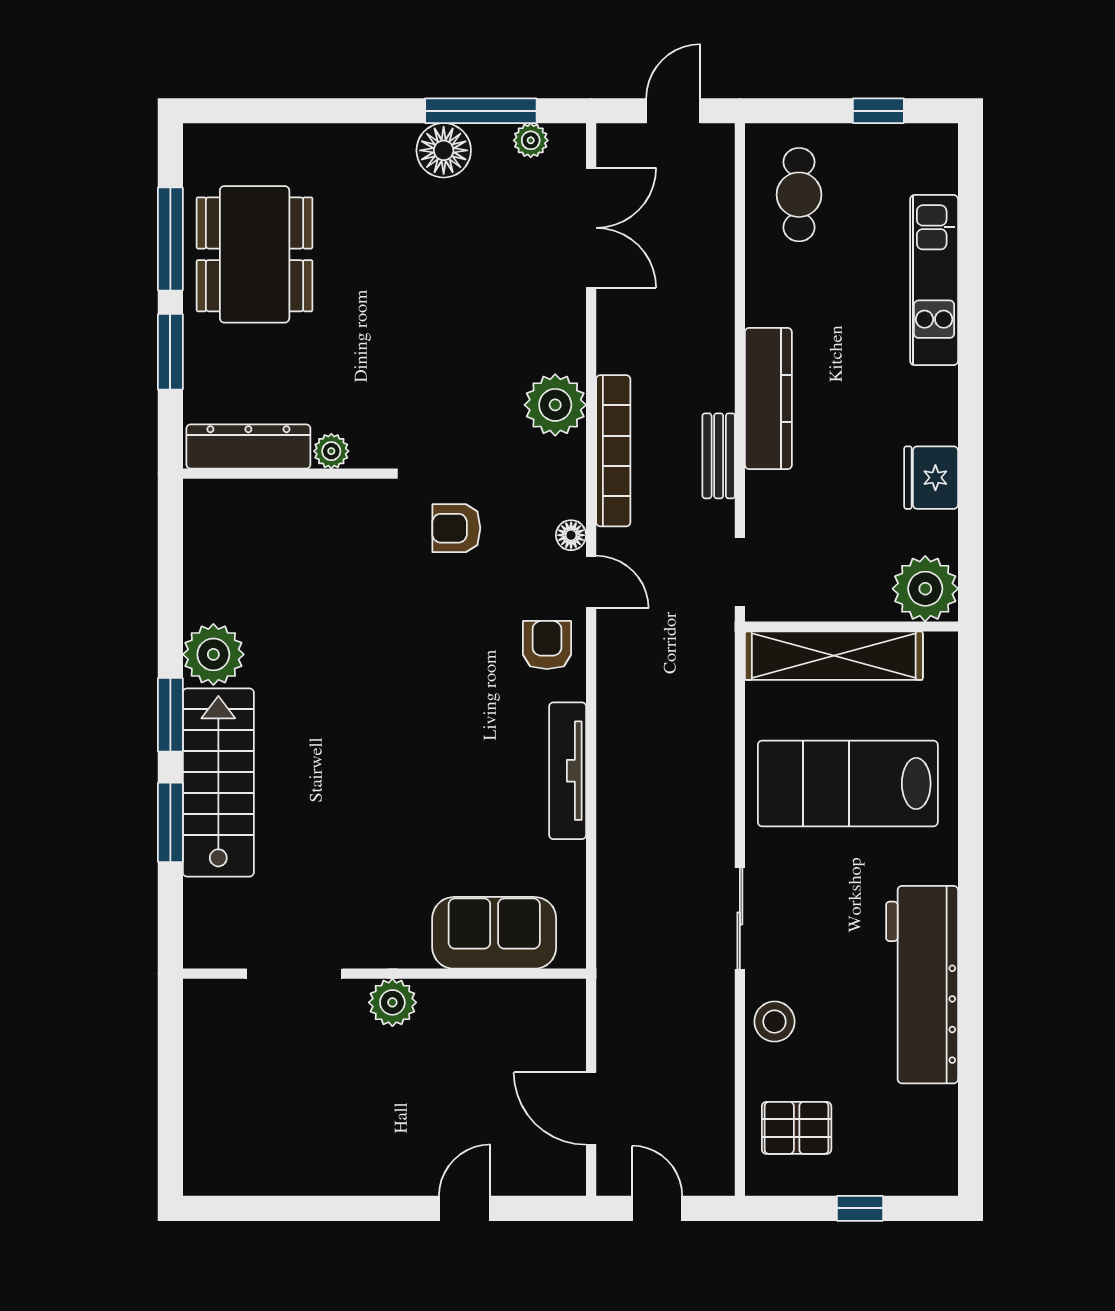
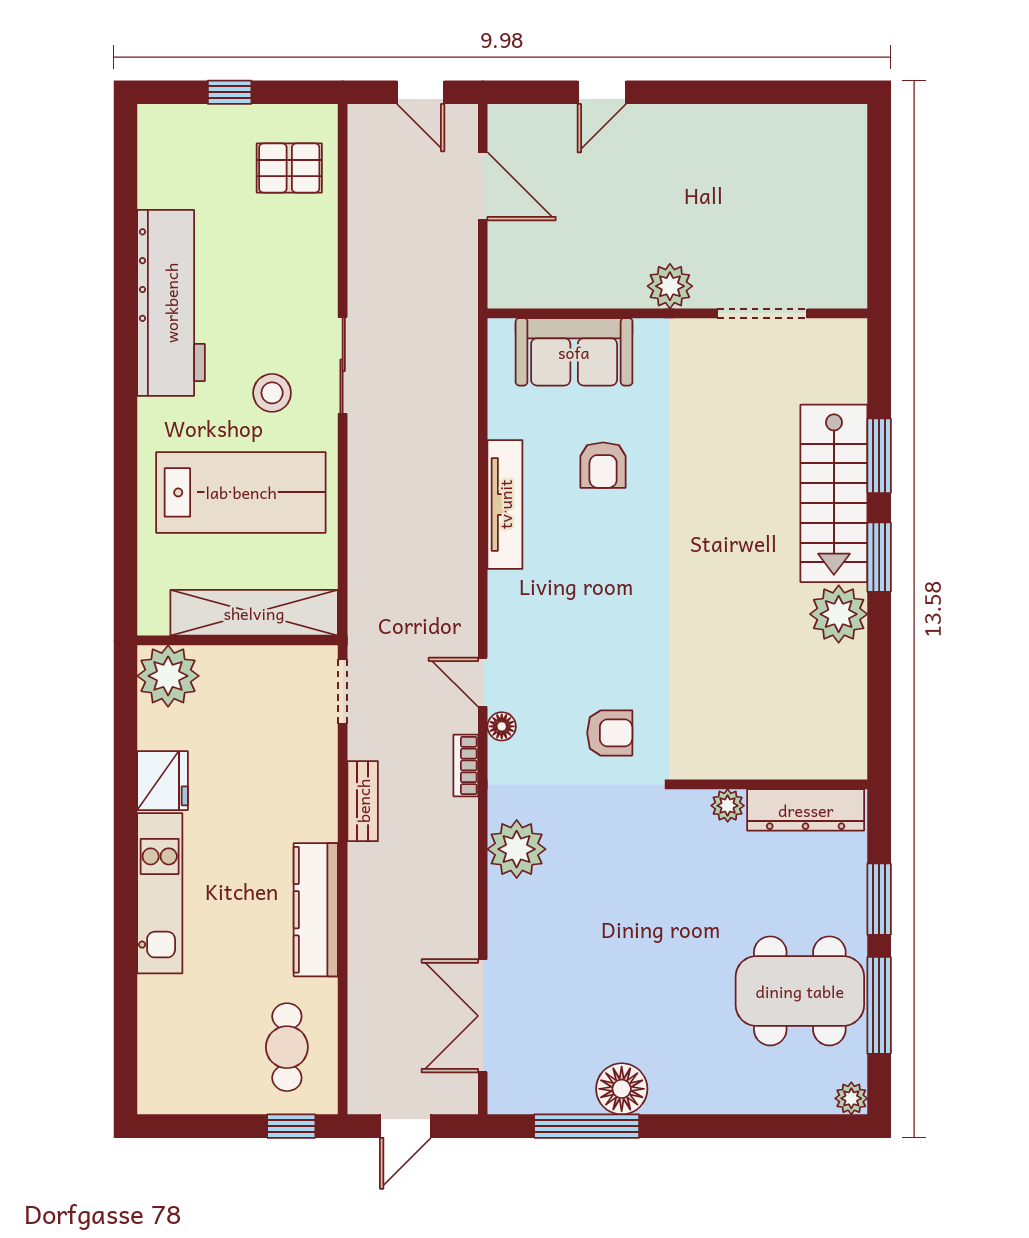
window: (878, 111) -> (291, 1126), moved
plant: (531, 140) -> (851, 1098), moved
dining table: (255, 254) -> (800, 991), turned 90
kitchen unit: (934, 280) -> (160, 893), moved
kitchen counter: (768, 398) -> (316, 910), moved
bookcase: (613, 451) -> (466, 765), width x0.43, depth x0.76
armchair: (547, 645) -> (603, 465), moved
stool: (774, 1022) -> (272, 393), moved

